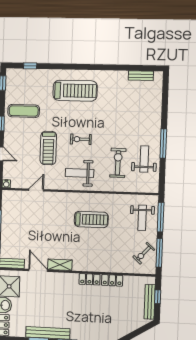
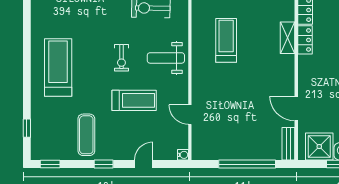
weight bench: (80, 173) -> (166, 58), turned 90
shelving: (60, 265) -> (288, 38), moved
door: (38, 270) -> (296, 108), hinge flipped

